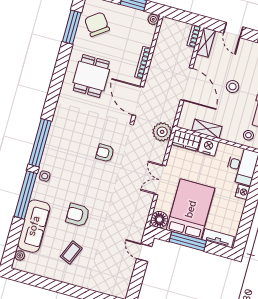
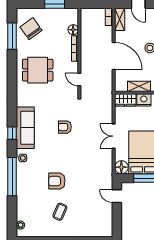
plant: (153, 19) -> (74, 13), removed
floor lamp: (147, 39) -> (73, 30), added
dining table: (91, 76) -> (38, 70), turned 90
door: (138, 101) -> (79, 79), width x0.53
plant: (162, 132) -> (105, 98), removed
window: (40, 143) -> (12, 133), width x0.32
sofa: (34, 226) -> (25, 128), moved

